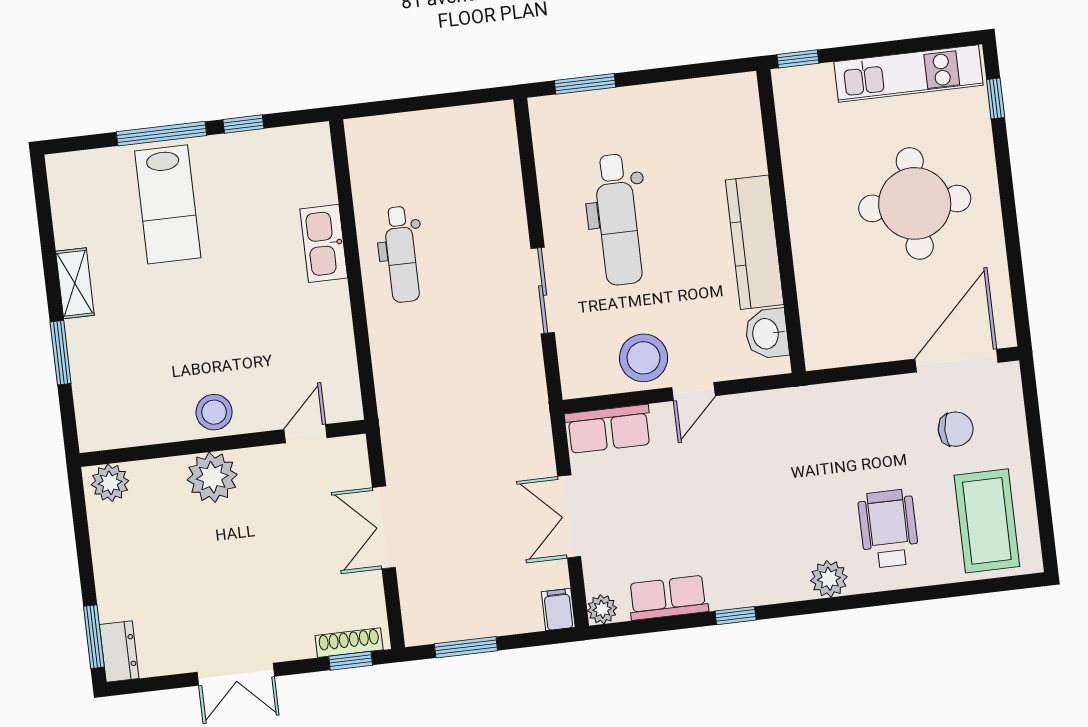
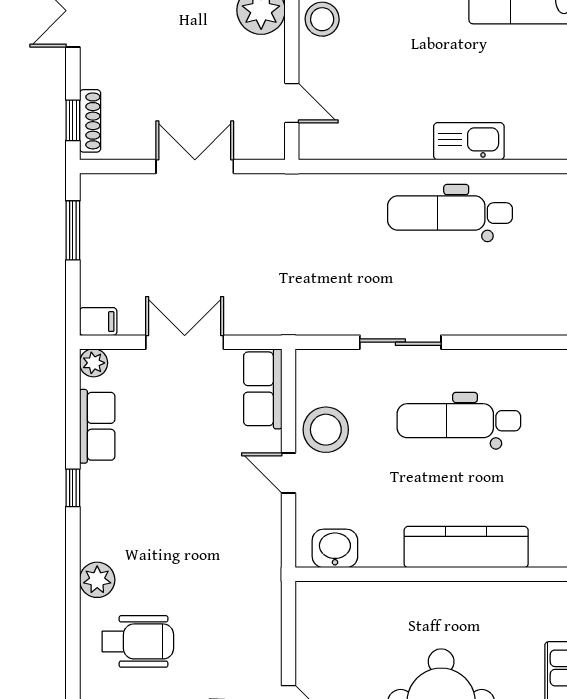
kitchen counter: (755, 242) -> (466, 547), moved
dental chair: (401, 254) -> (450, 213), width x1.36, depth x1.38

